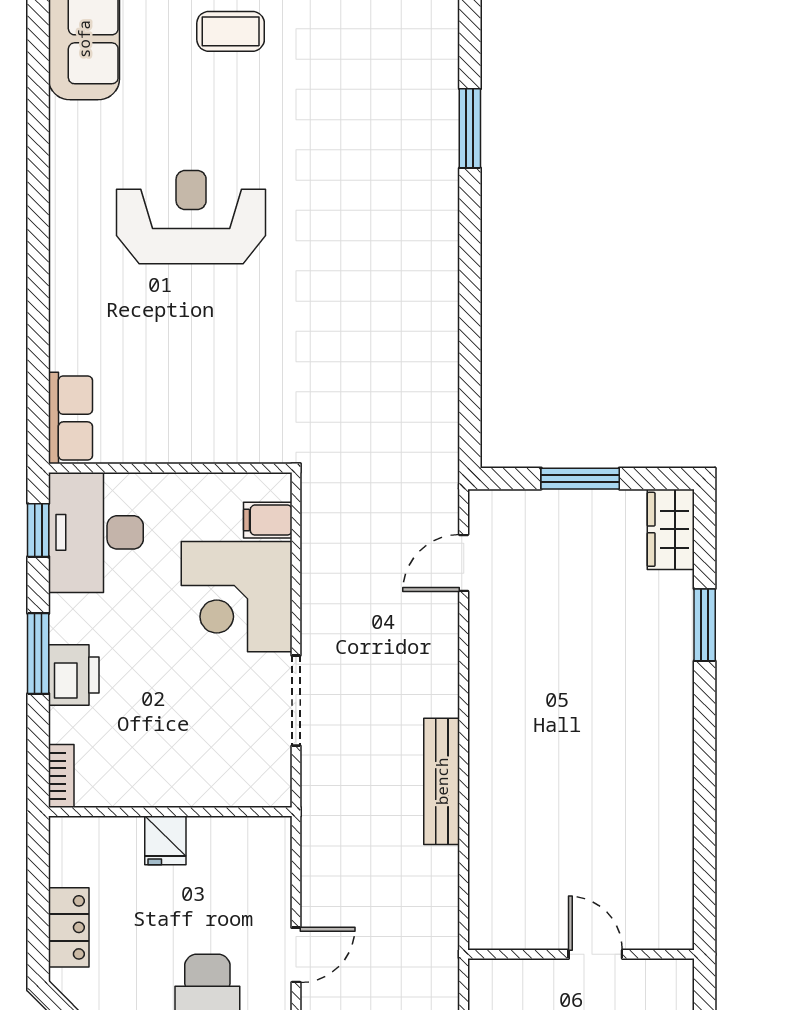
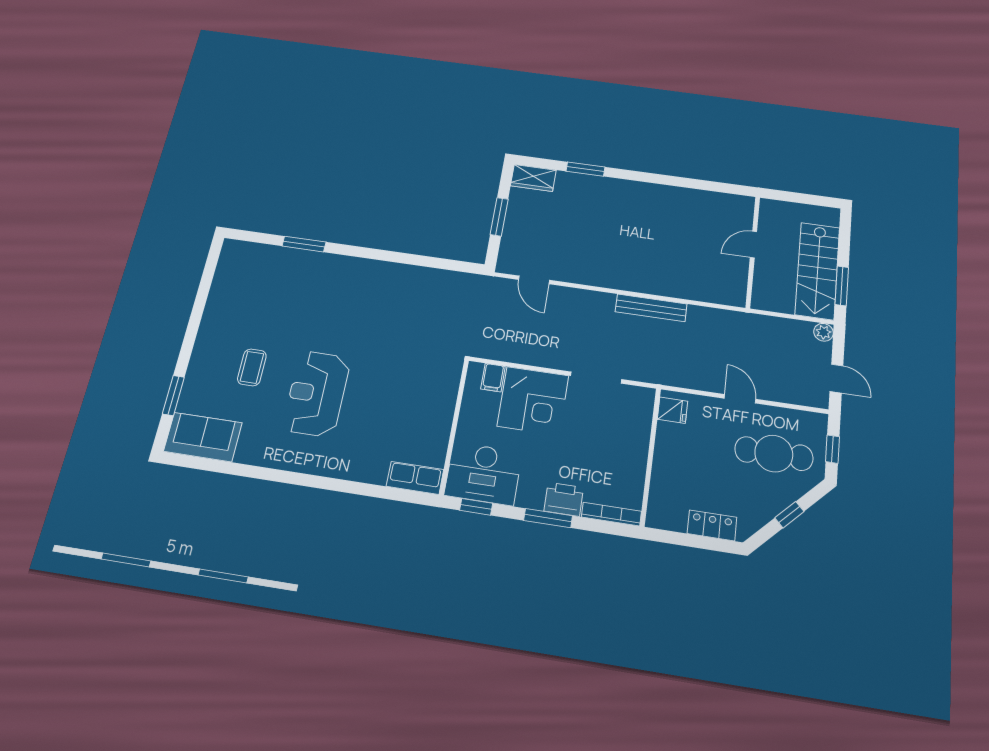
coffee table: (231, 31) -> (252, 367), moved
bookcase: (61, 776) -> (611, 514), width x1.56
fridge: (165, 840) -> (673, 410), moved

